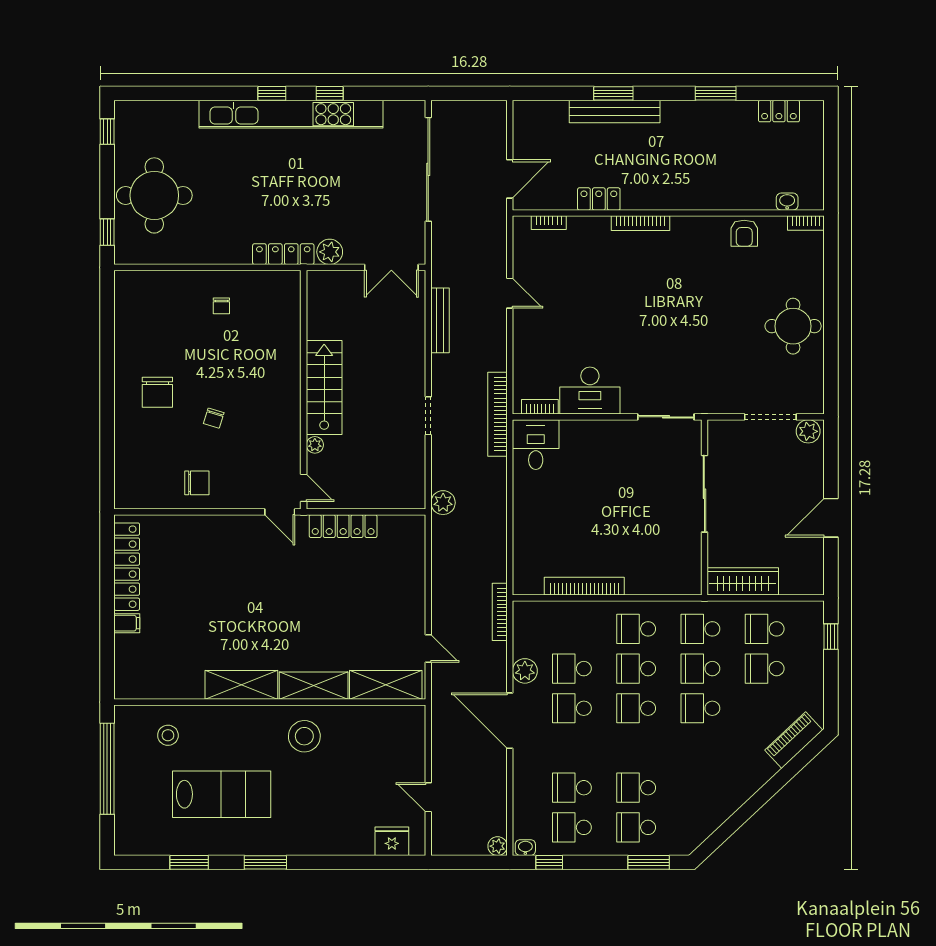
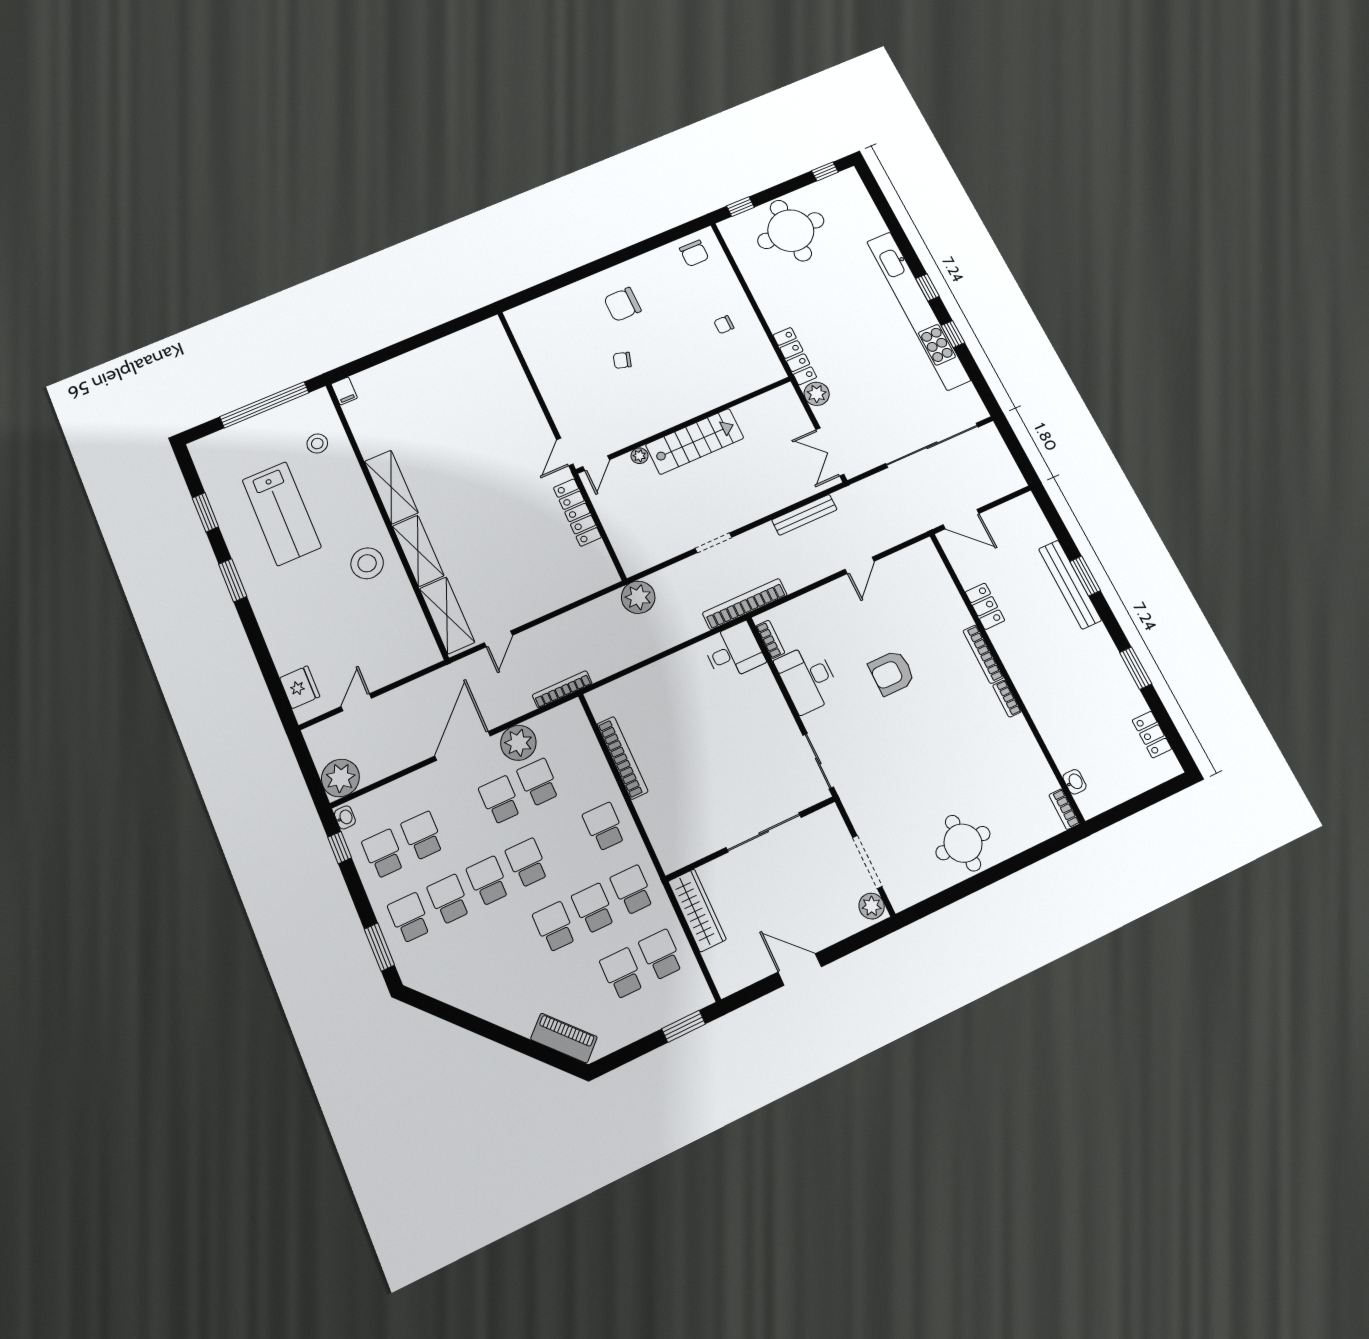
bookcase: (549, 223) -> (1007, 699), moved
armchair: (744, 233) -> (892, 673), moved, width x1.38, depth x1.38
chair: (197, 483) -> (694, 253), moved
plant: (443, 503) -> (638, 597), width x1.36, depth x1.36
locker: (127, 567) -> (456, 344), removed
filing cabinet: (127, 623) -> (344, 391), moved
window: (831, 637) -> (684, 1026), width x1.50
school desk: (636, 669) -> (488, 881), moved
plant: (525, 671) -> (518, 743), width x1.36, depth x1.36
plant: (498, 846) -> (340, 778), width x1.87, depth x1.87

